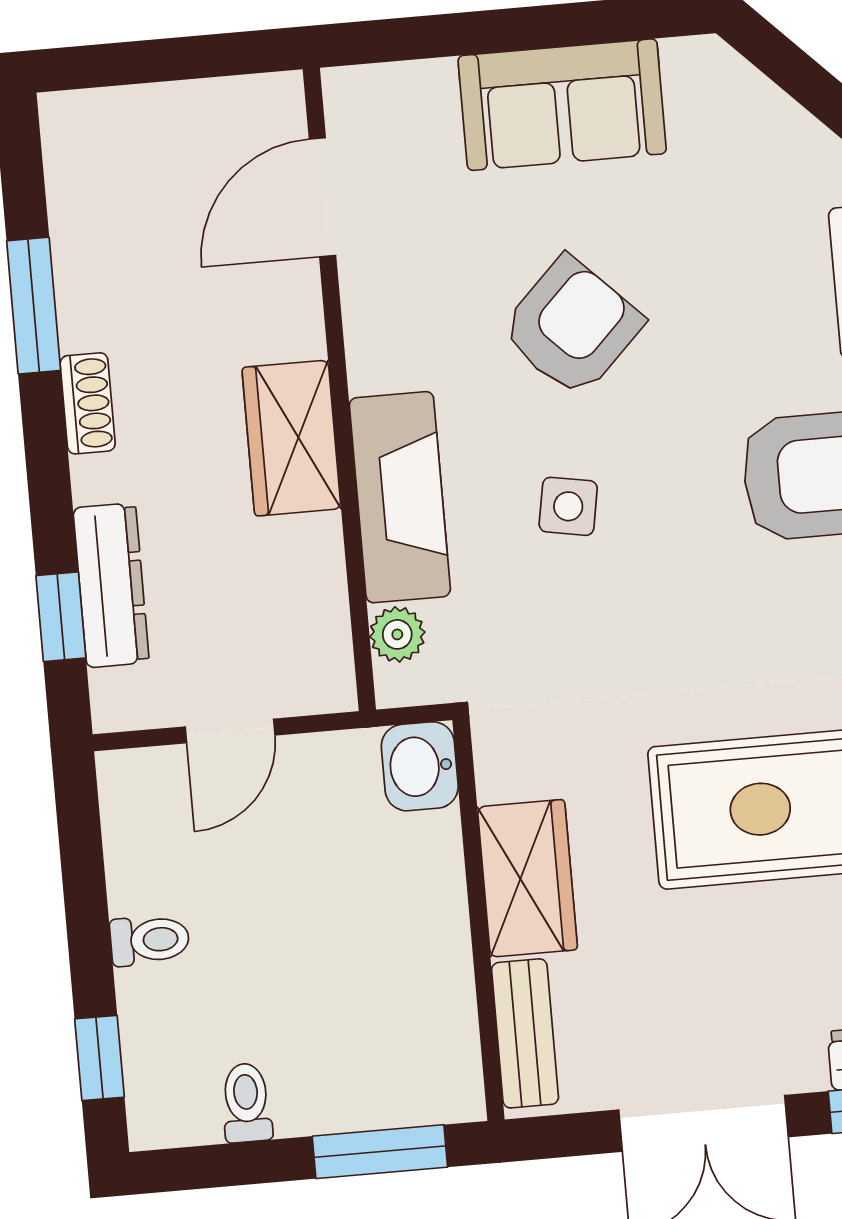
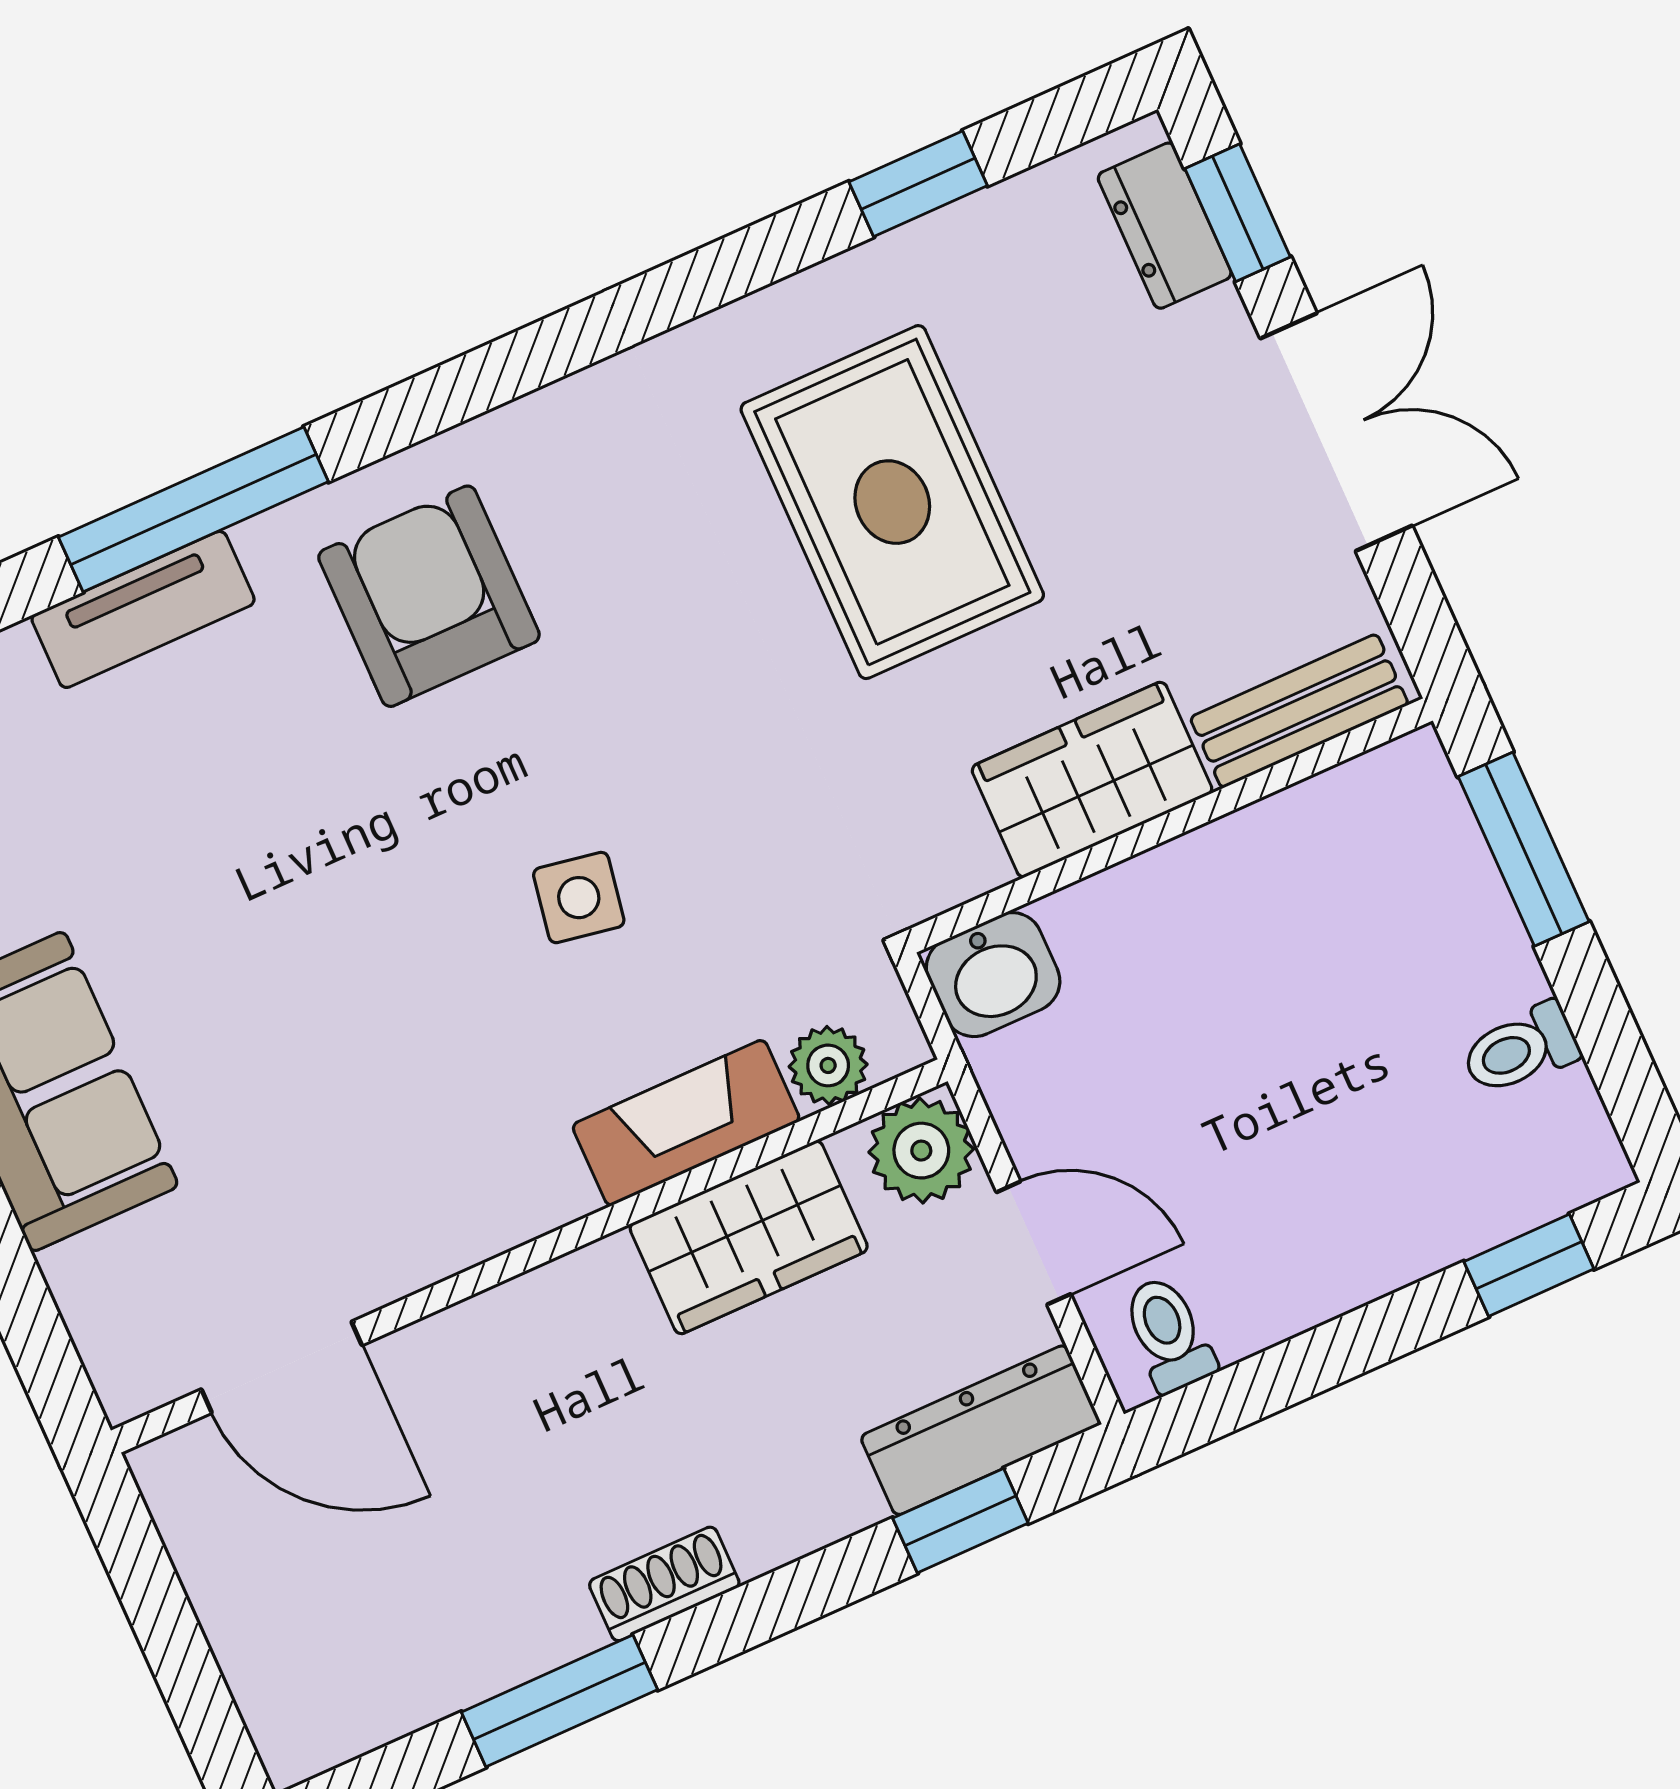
armchair: (572, 327) -> (338, 976), removed
wardrobe: (291, 438) -> (749, 1237), moved
fireplace: (400, 497) -> (686, 1123), width x0.73, depth x0.76
dresser: (111, 585) -> (981, 1430), moved
plant: (318, 677) -> (921, 1151), added
toilet: (150, 940) -> (1168, 1334), moved

